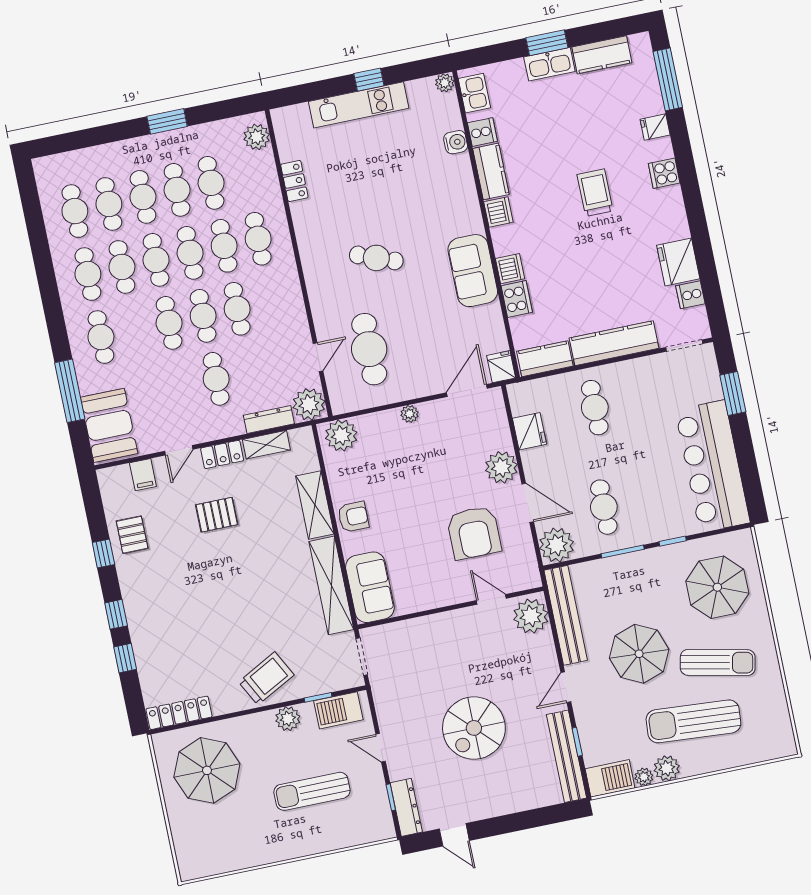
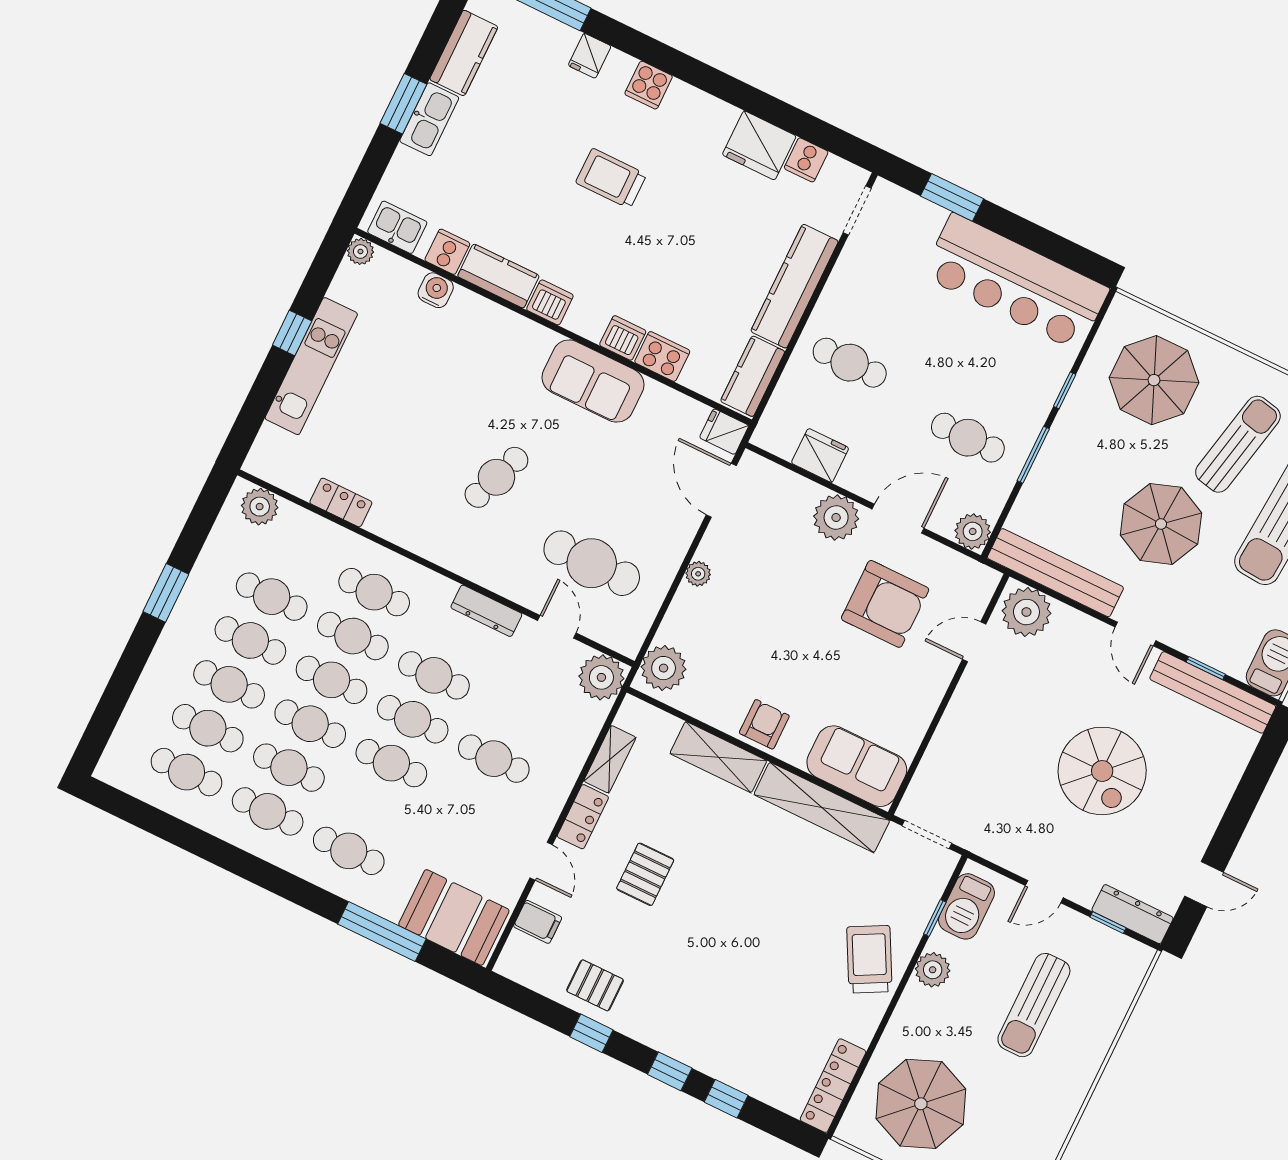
dresser: (269, 420) -> (486, 611), moved, turned -90
plant: (557, 545) -> (973, 531), width x0.73, depth x0.73

